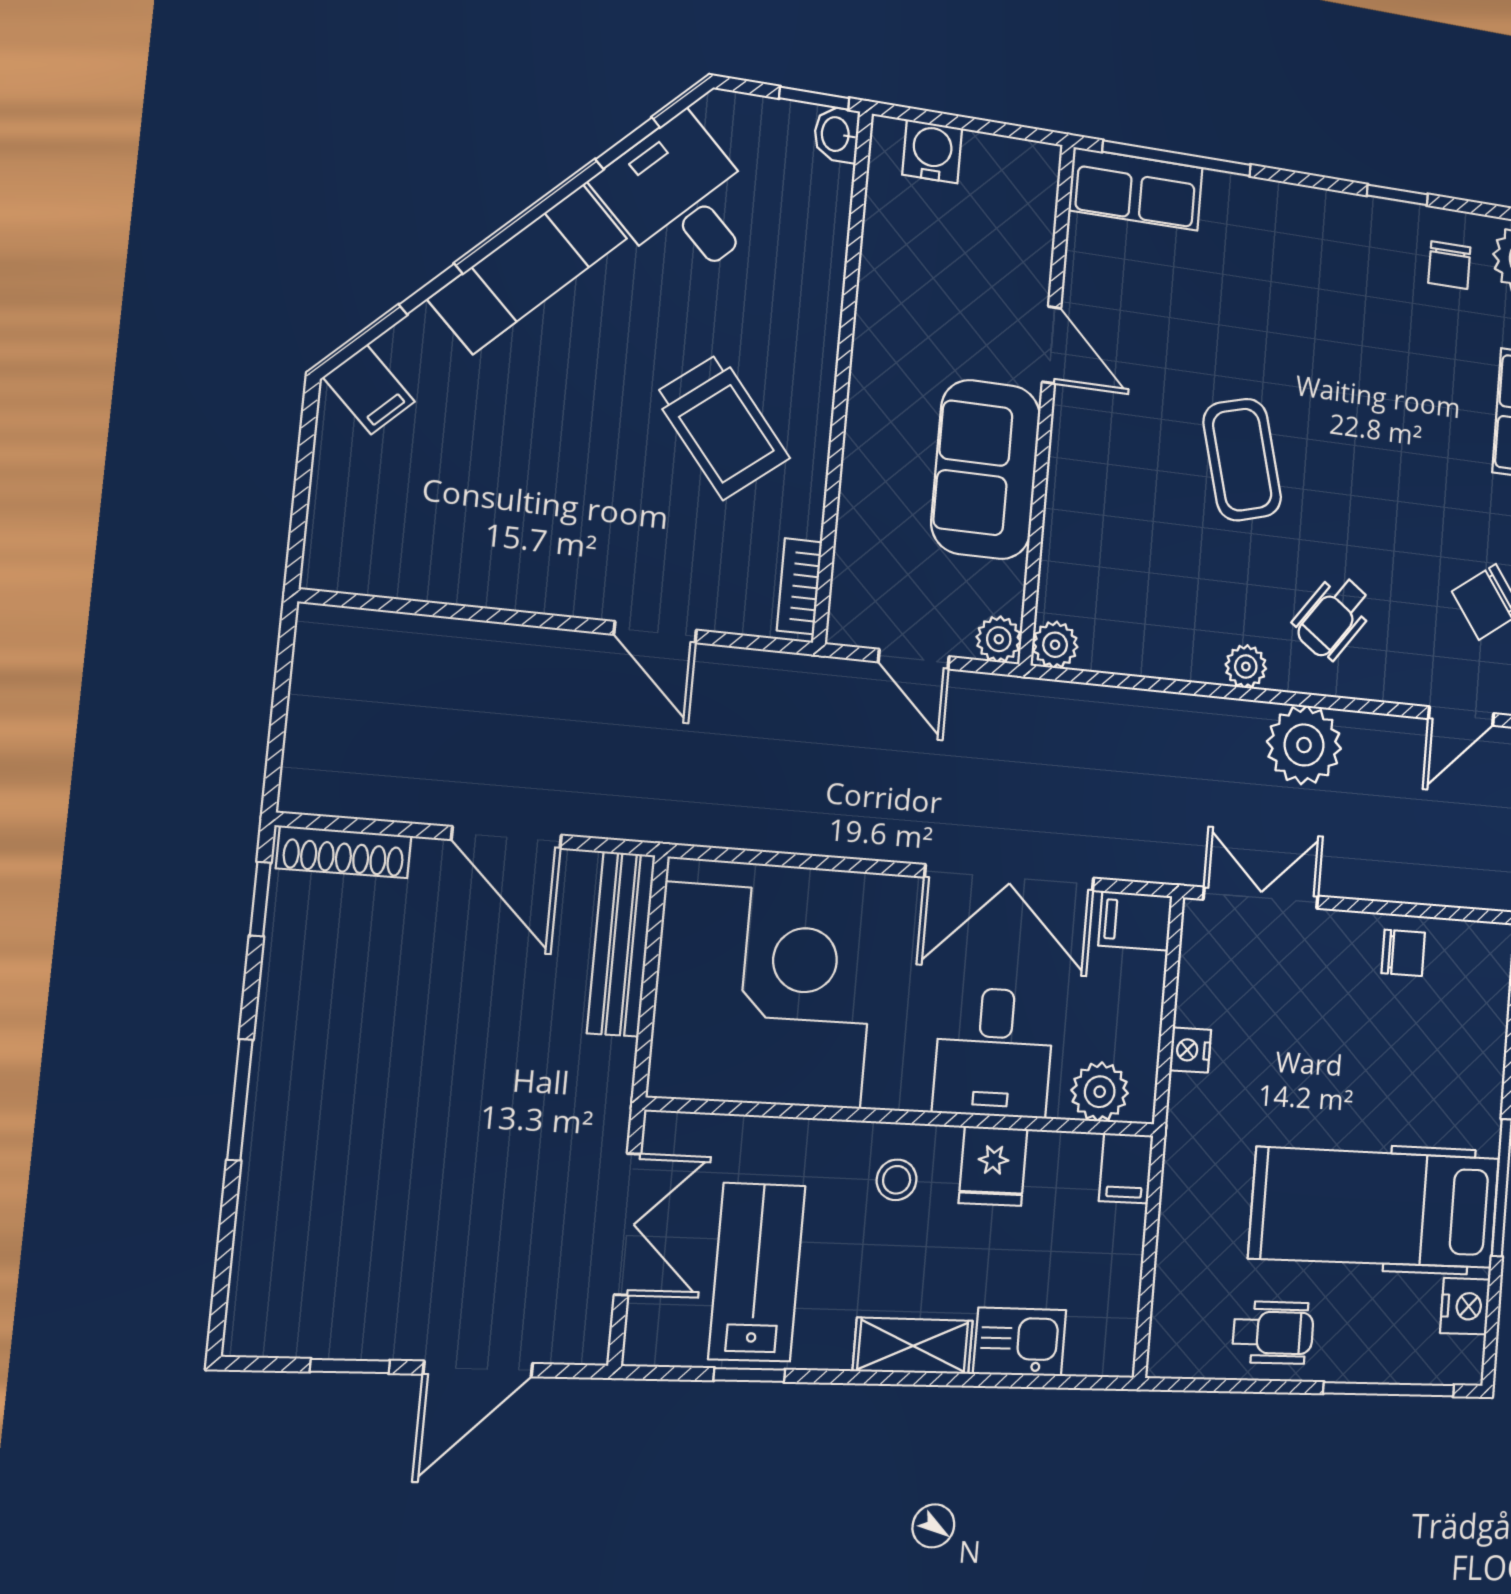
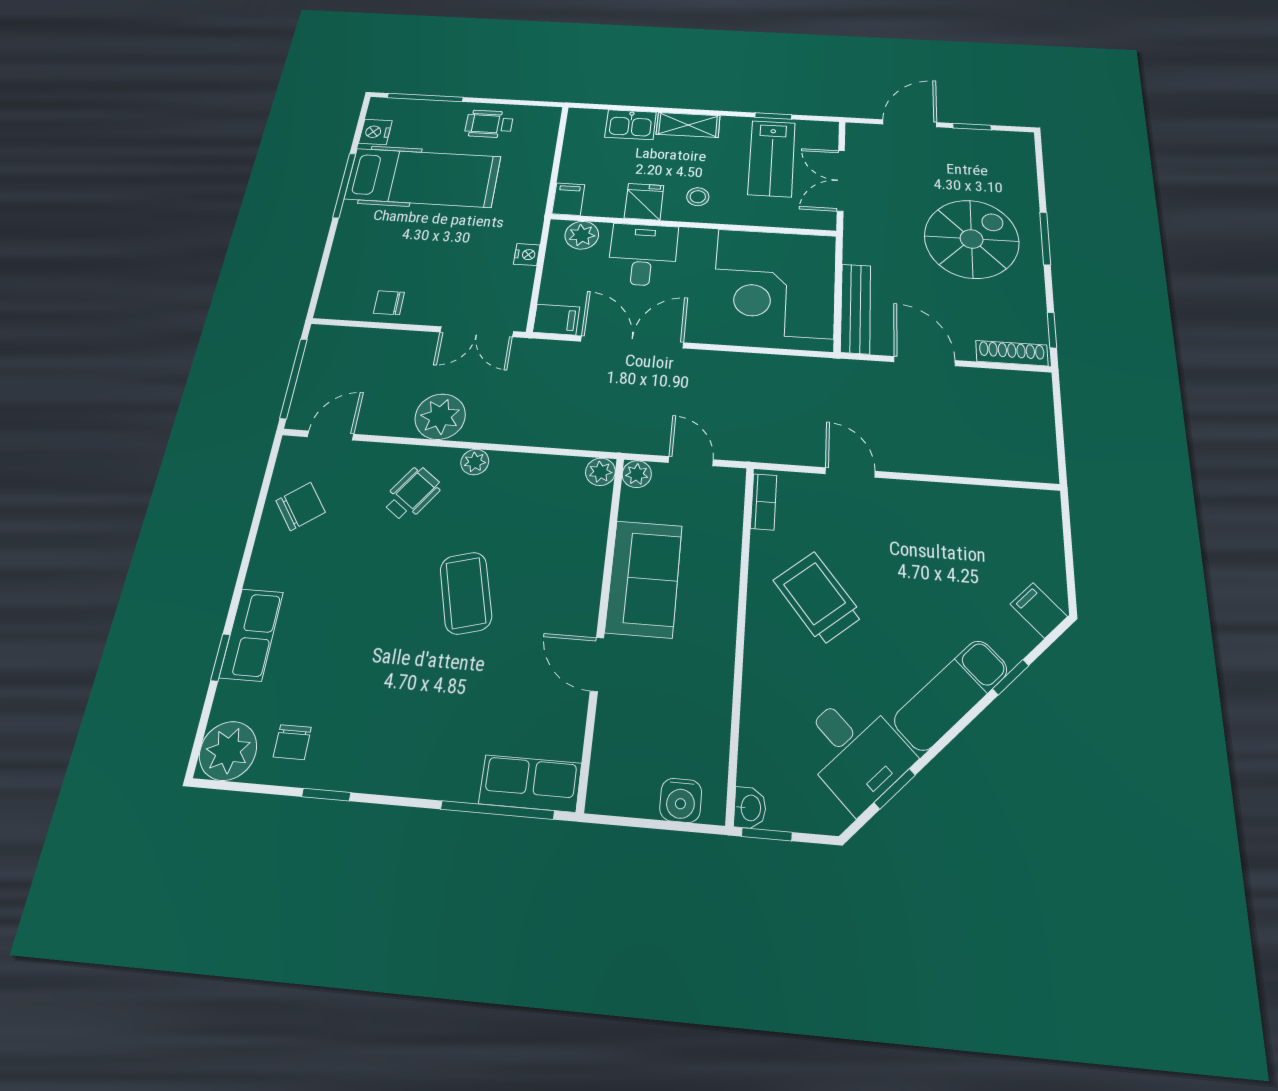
chair: (1449, 265) -> (292, 742), turned 180
spiral stairs: (387, 1096) -> (972, 239), added

